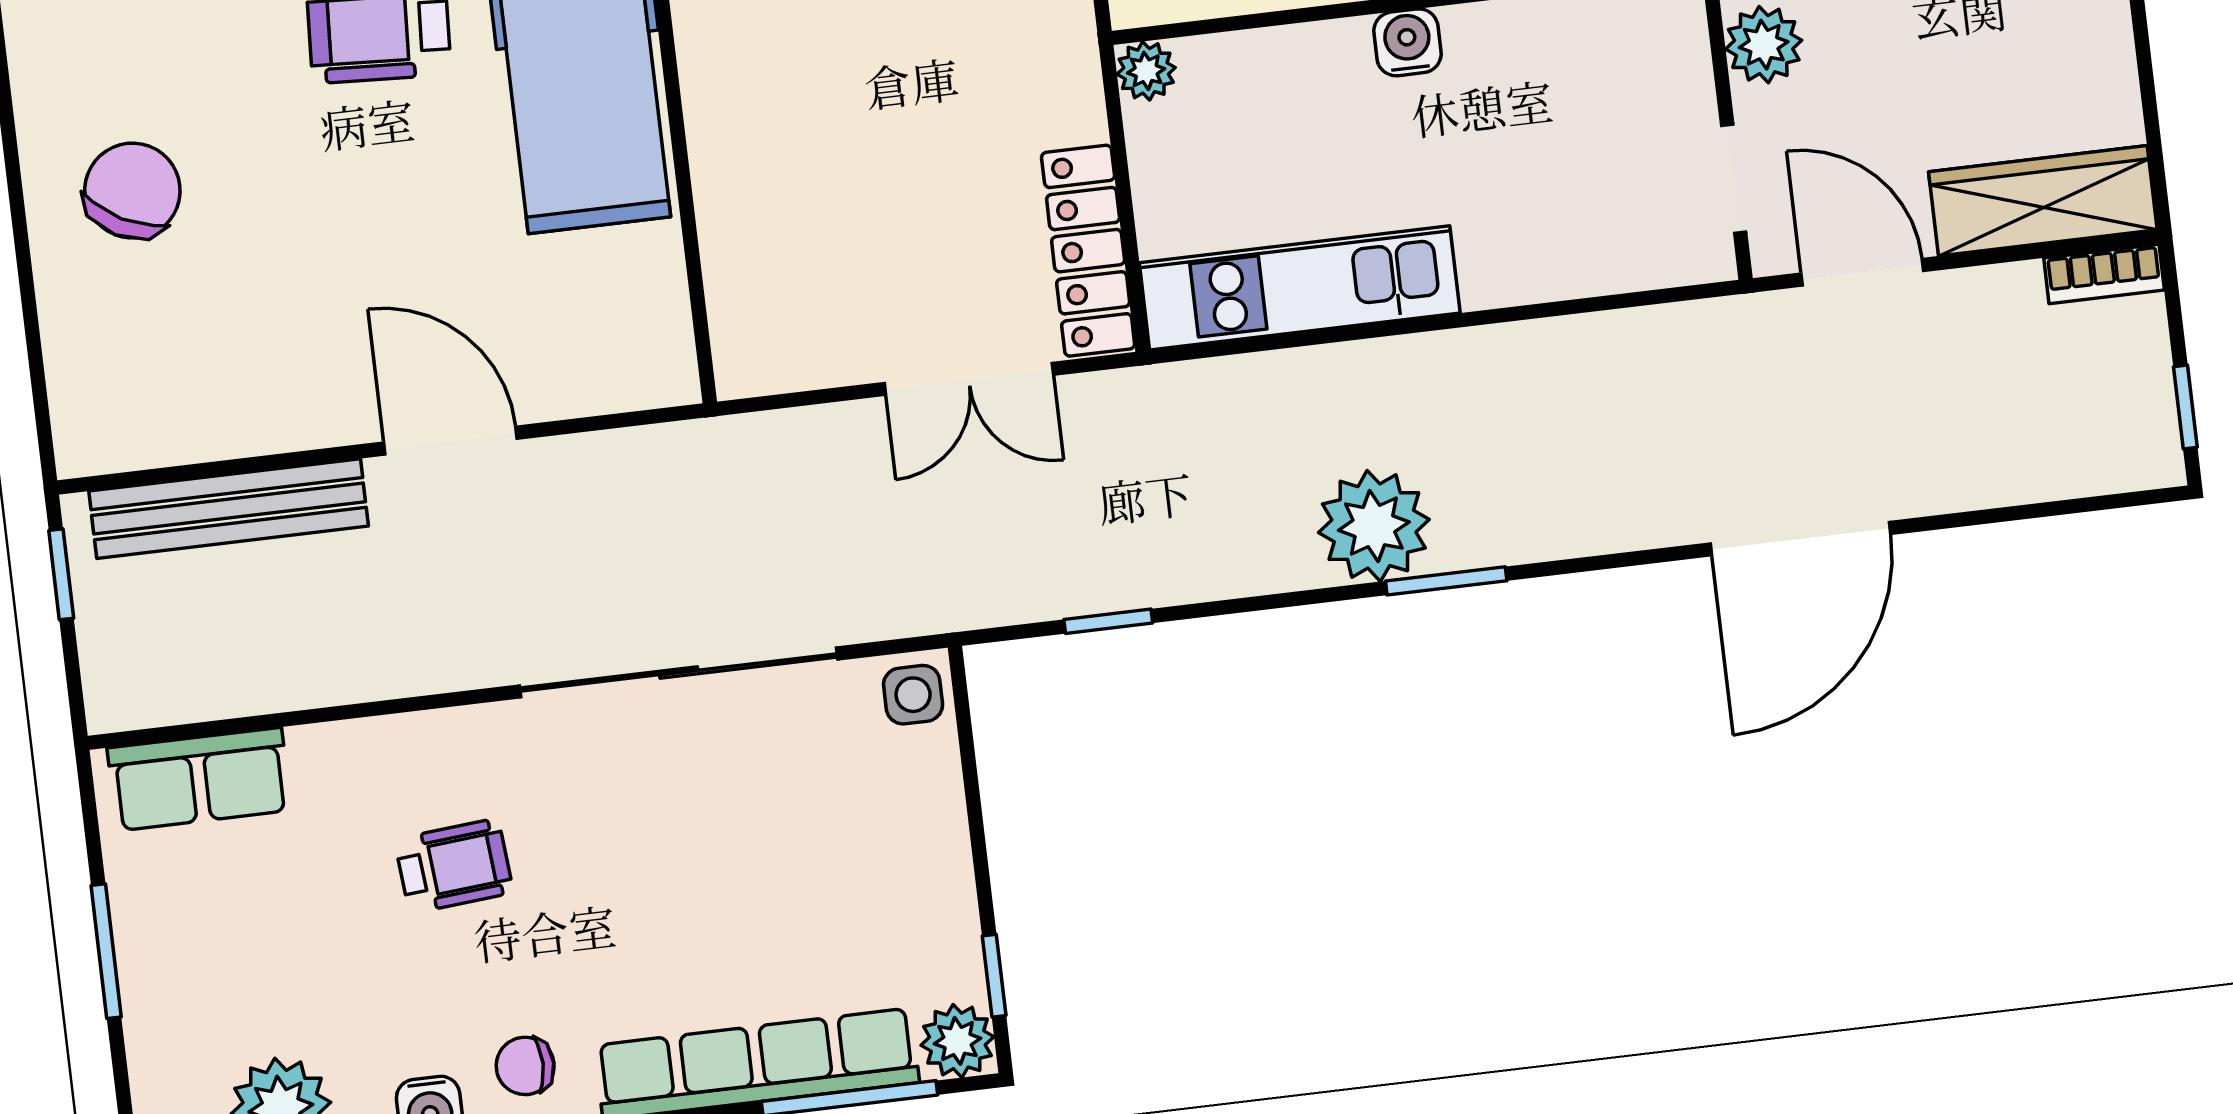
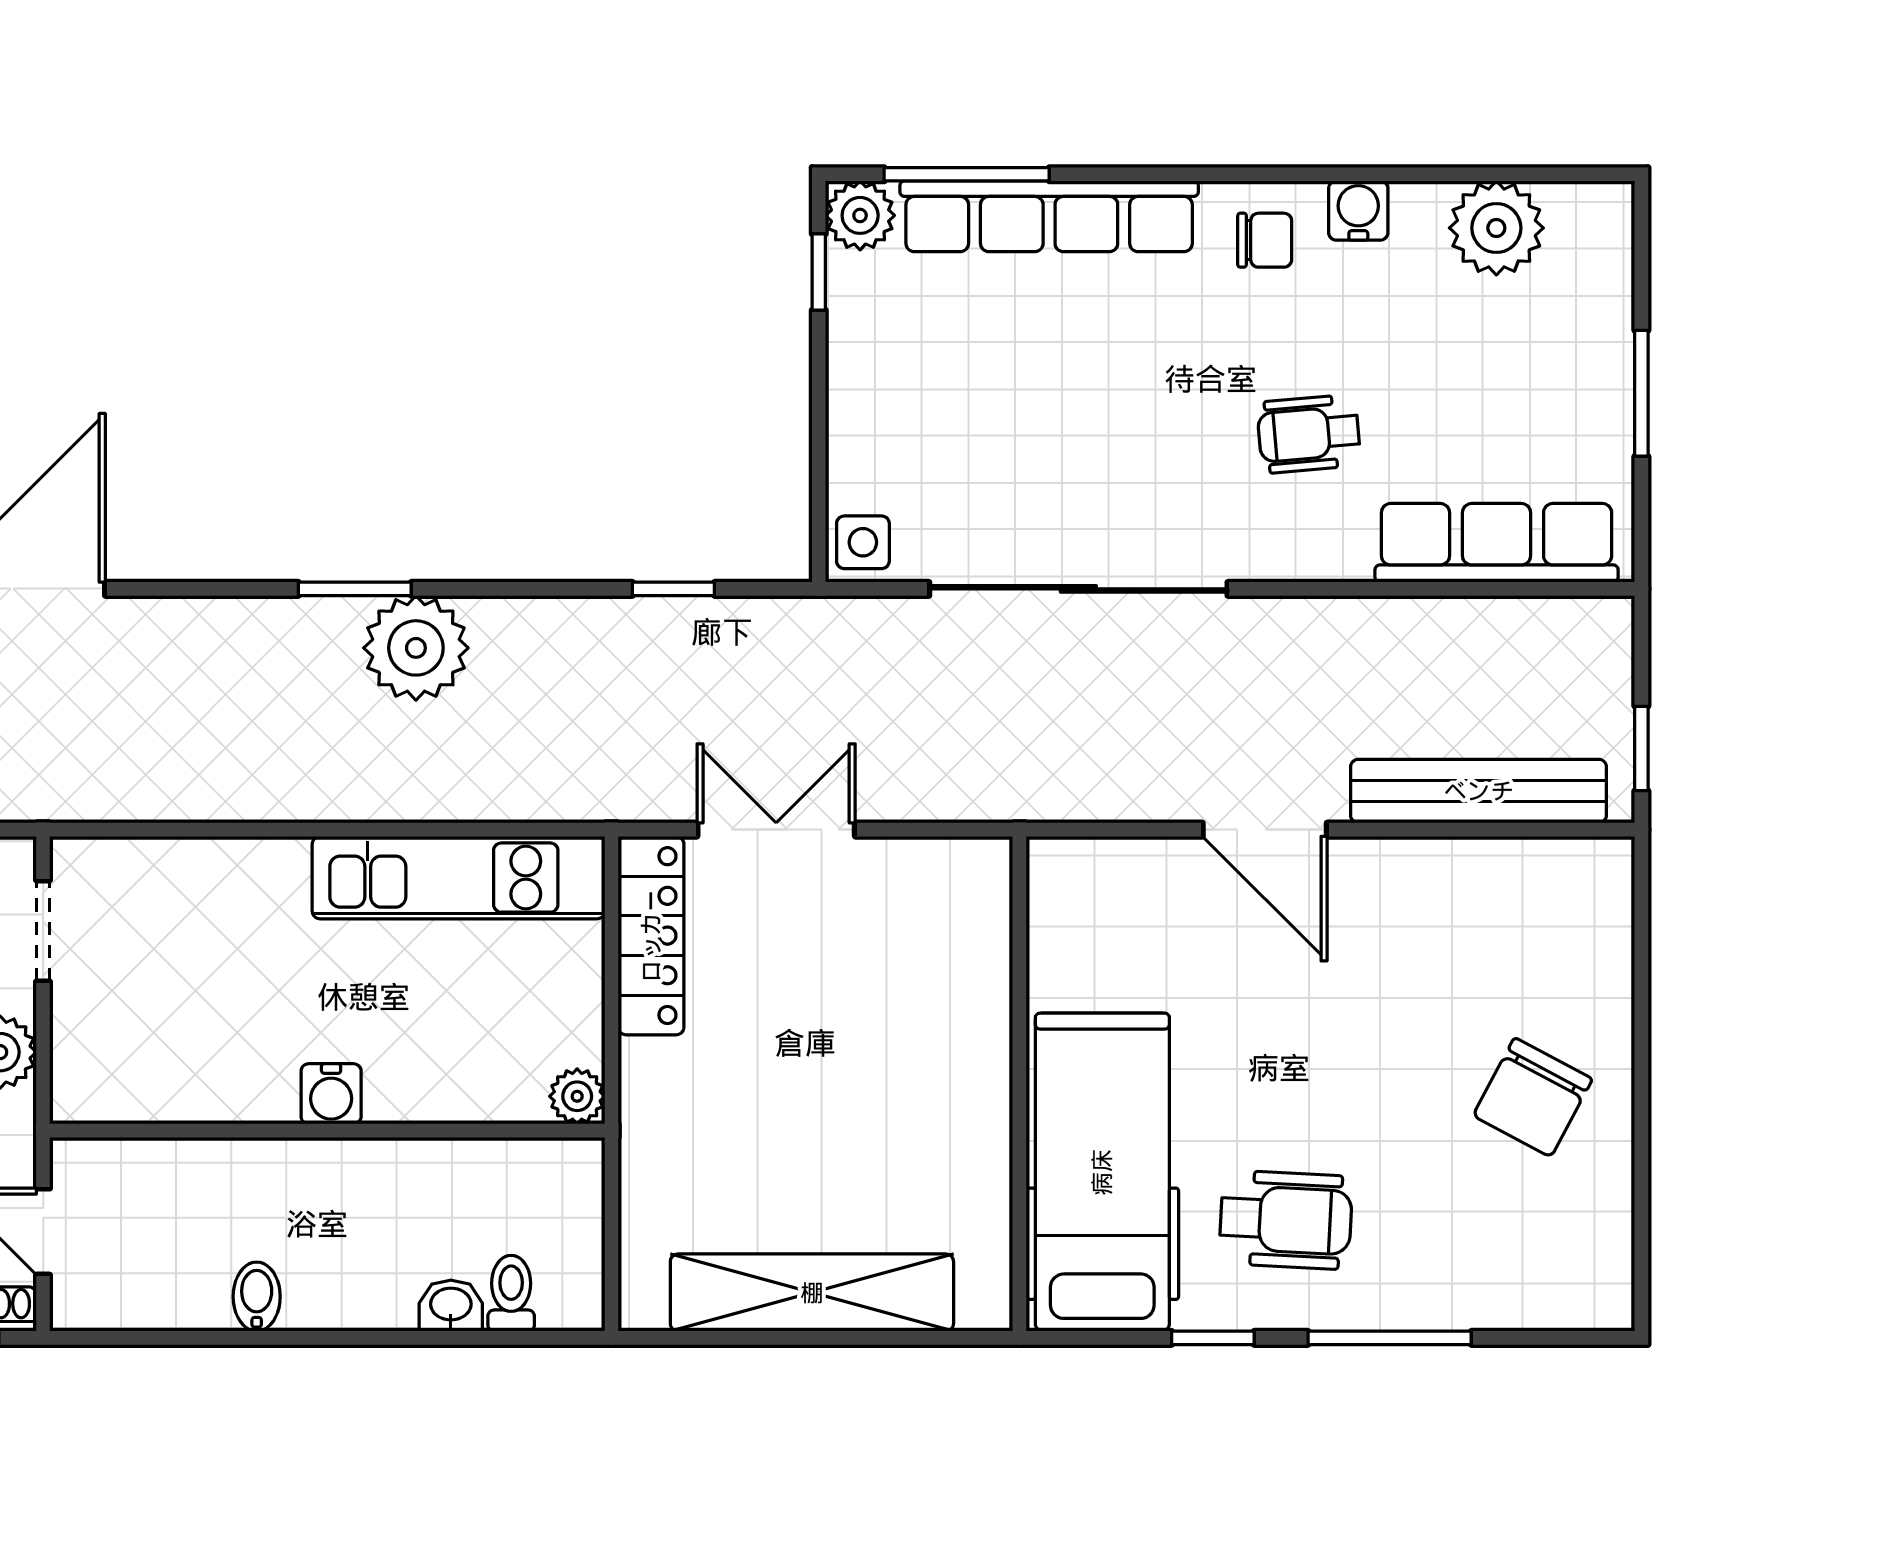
row of seats: (199, 779) -> (1497, 543), width x1.48

